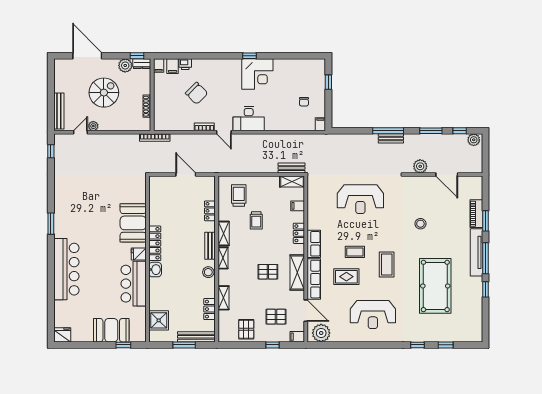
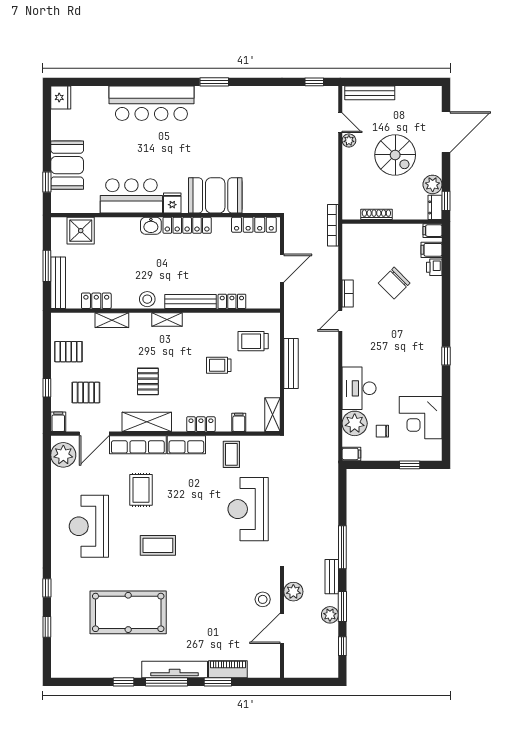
corner desk: (257, 74) -> (421, 418), moved
desk: (249, 119) -> (359, 388), moved
plant: (298, 122) -> (355, 423), added
bench: (391, 138) -> (332, 577), moved
plant: (474, 140) -> (330, 615), moved
bench: (291, 168) -> (291, 364), moved, width x1.36
locker: (154, 195) -> (254, 225), added
trolley: (239, 195) -> (253, 341), turned 180
stool: (420, 224) -> (263, 599), moved
shelving: (224, 234) -> (201, 320), removed
bench: (210, 246) -> (191, 302), width x1.36
coffee table: (355, 252) -> (231, 454), moved
pallet: (276, 317) -> (86, 393), turned 90

